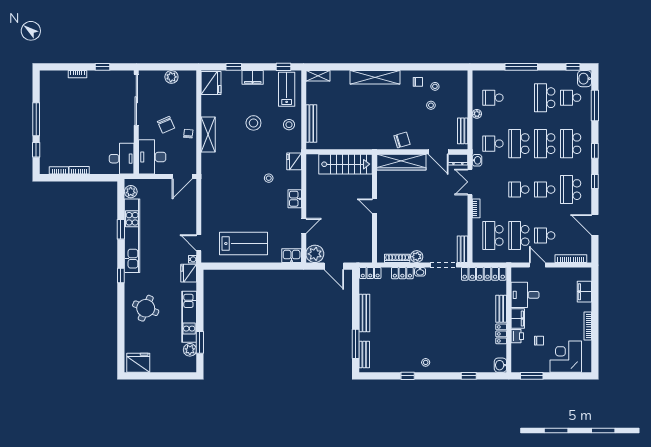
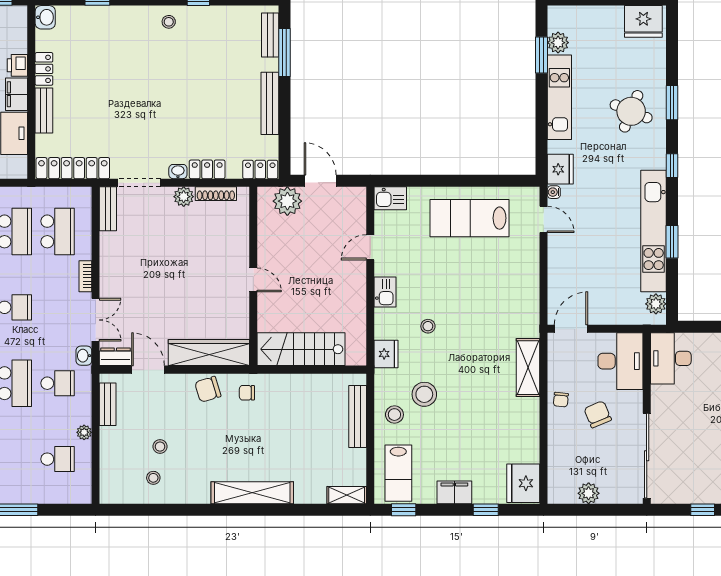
chair: (418, 82) -> (247, 393), moved
stool: (253, 123) -> (424, 394), moved
shelving: (208, 134) -> (528, 368), moved
plant: (315, 254) -> (287, 201), moved
window: (121, 313) -> (672, 103), added

